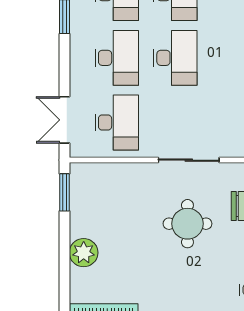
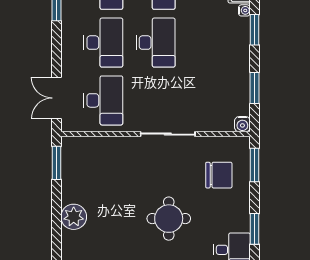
round table: (187, 224) -> (169, 219), moved

